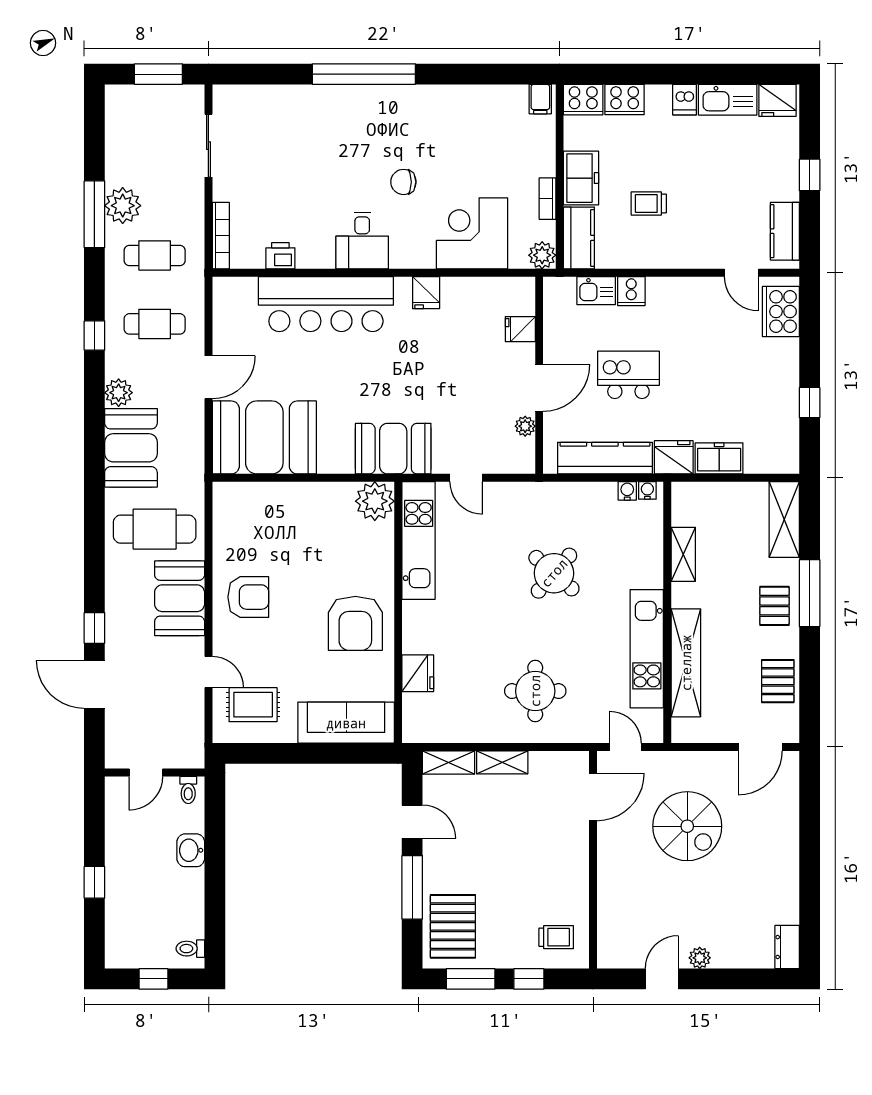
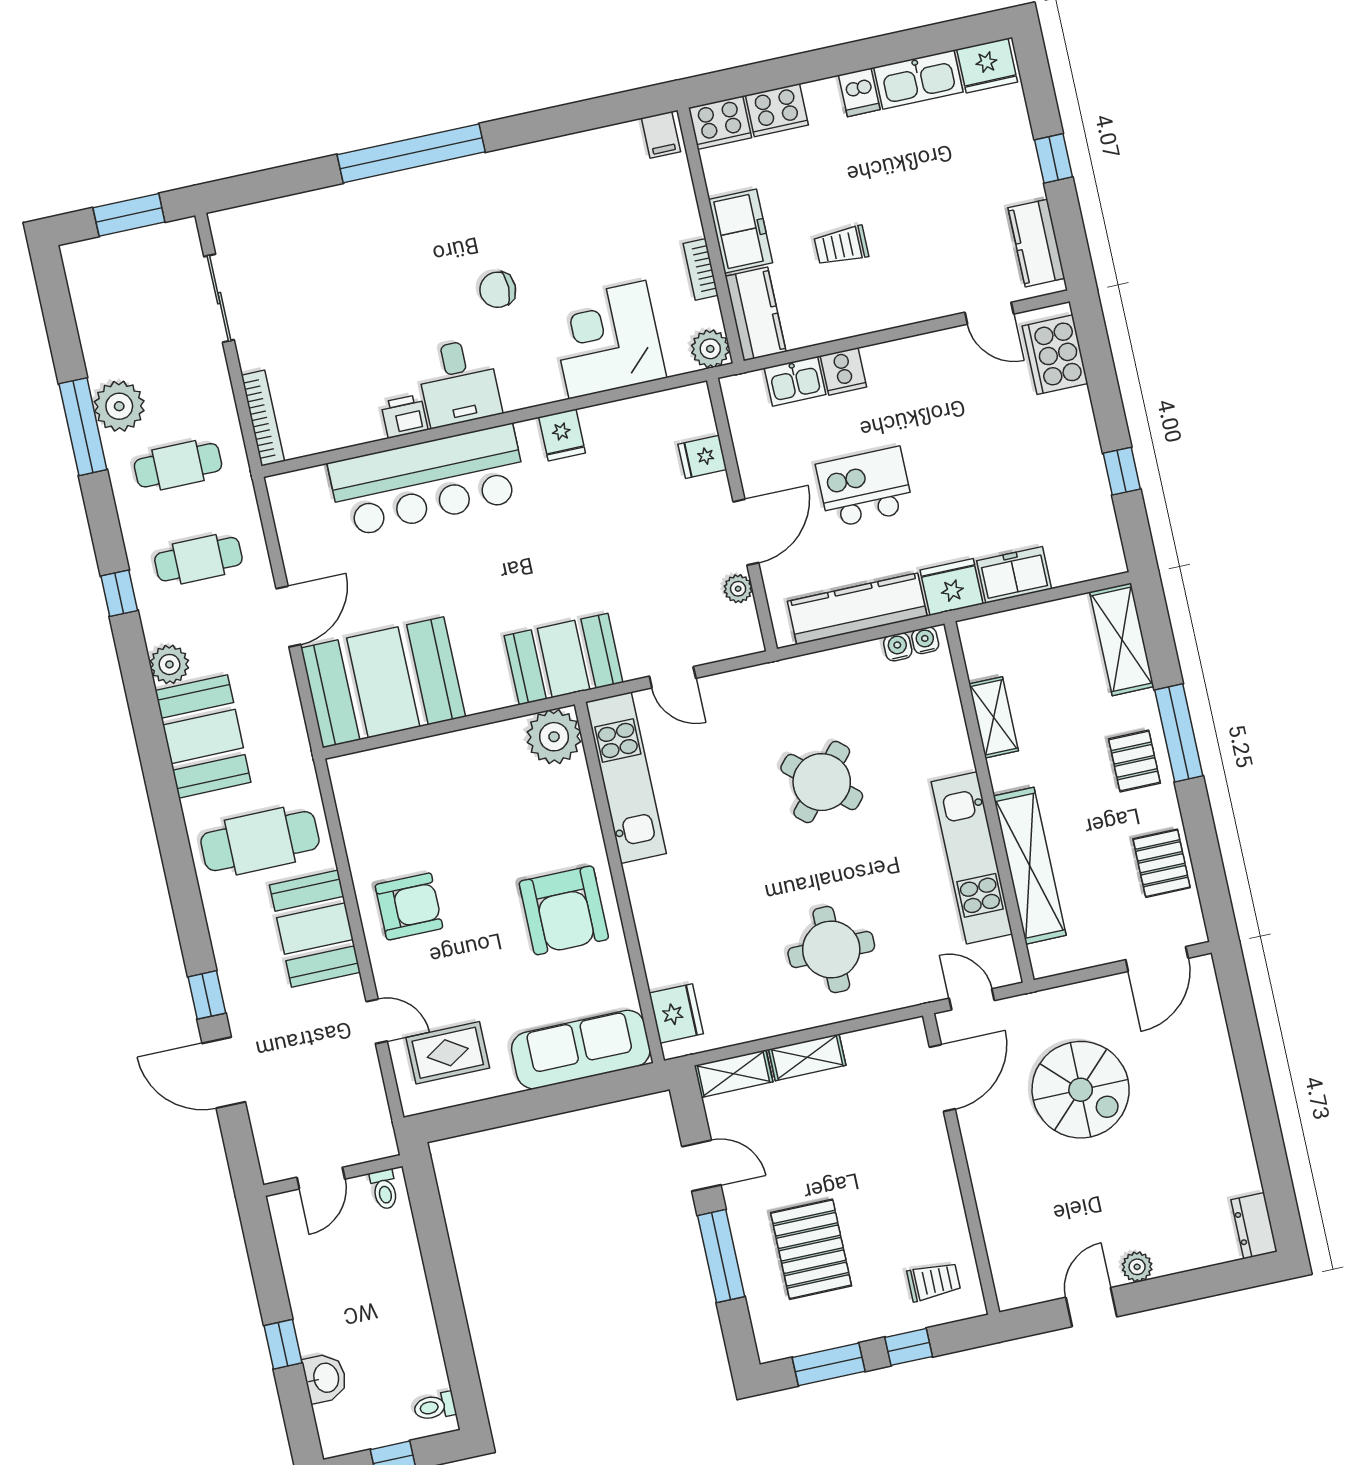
printer: (280, 256) -> (404, 416), moved
fridge: (418, 673) -> (676, 1013), moved
washbasin: (191, 850) -> (325, 1378), moved, turned 180
pallet: (453, 926) -> (811, 1249), moved

